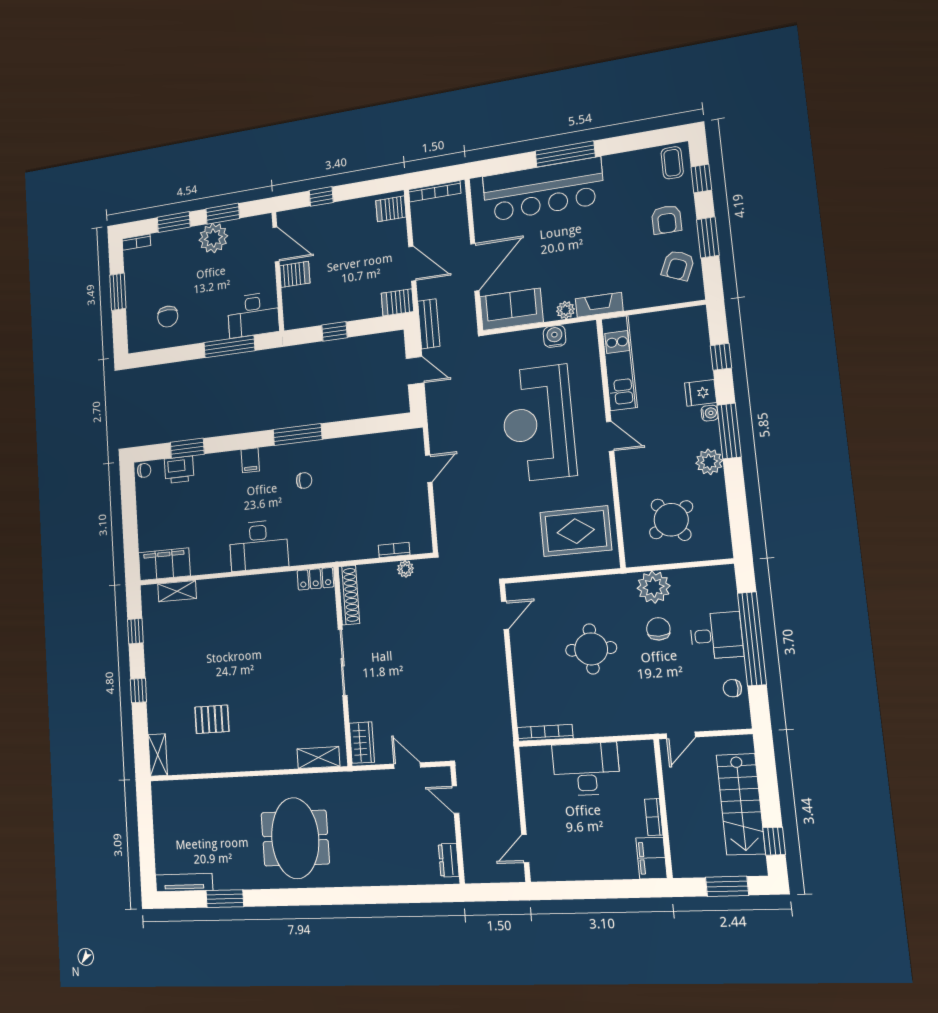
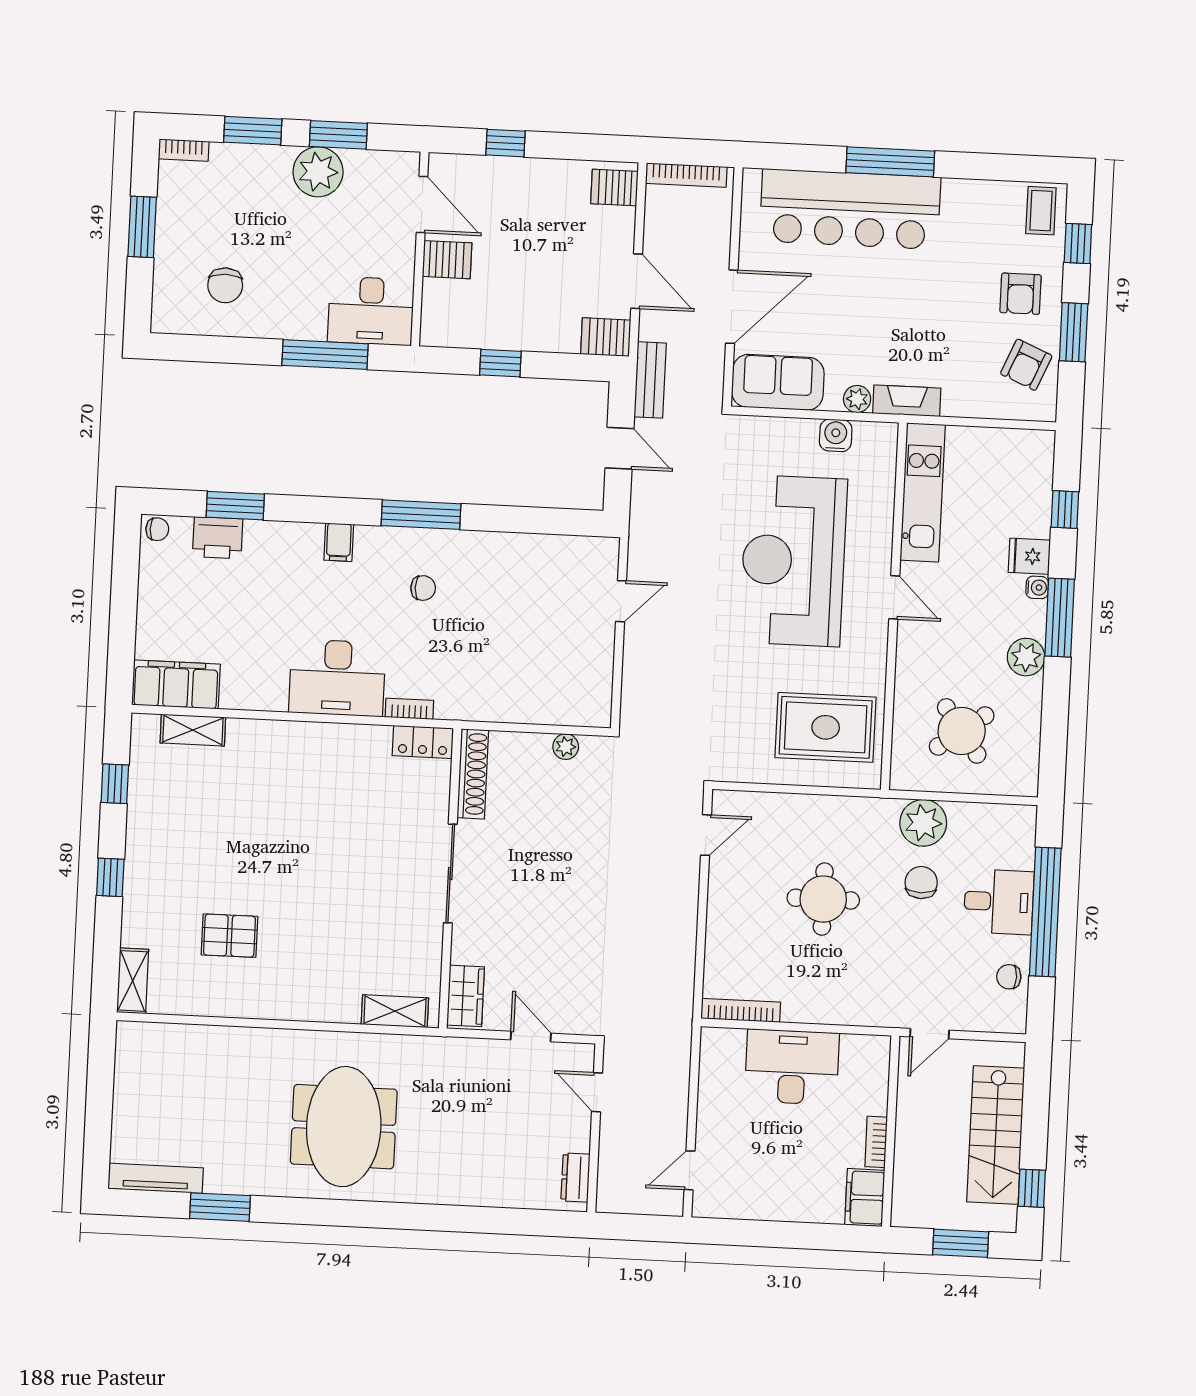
bookcase: (394, 550) -> (409, 709), moved

